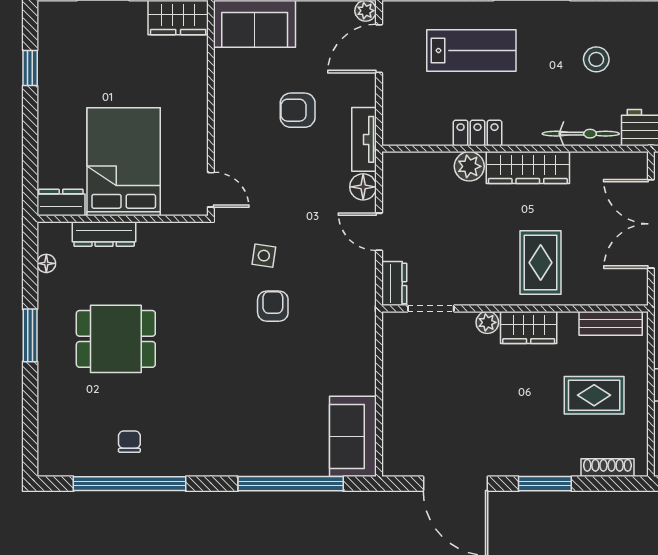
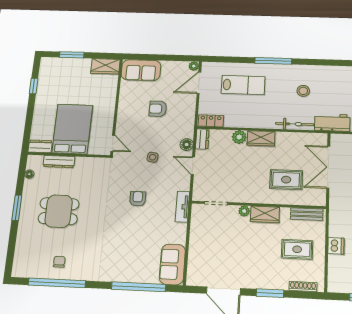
locker: (478, 133) -> (211, 121), moved
tv unit: (364, 139) -> (182, 207), moved
wardrobe: (528, 168) -> (261, 138), width x0.67
side table: (264, 256) -> (153, 157), moved
rug: (541, 263) -> (286, 180), moved, turned 90
dresser: (394, 284) -> (202, 139), moved

